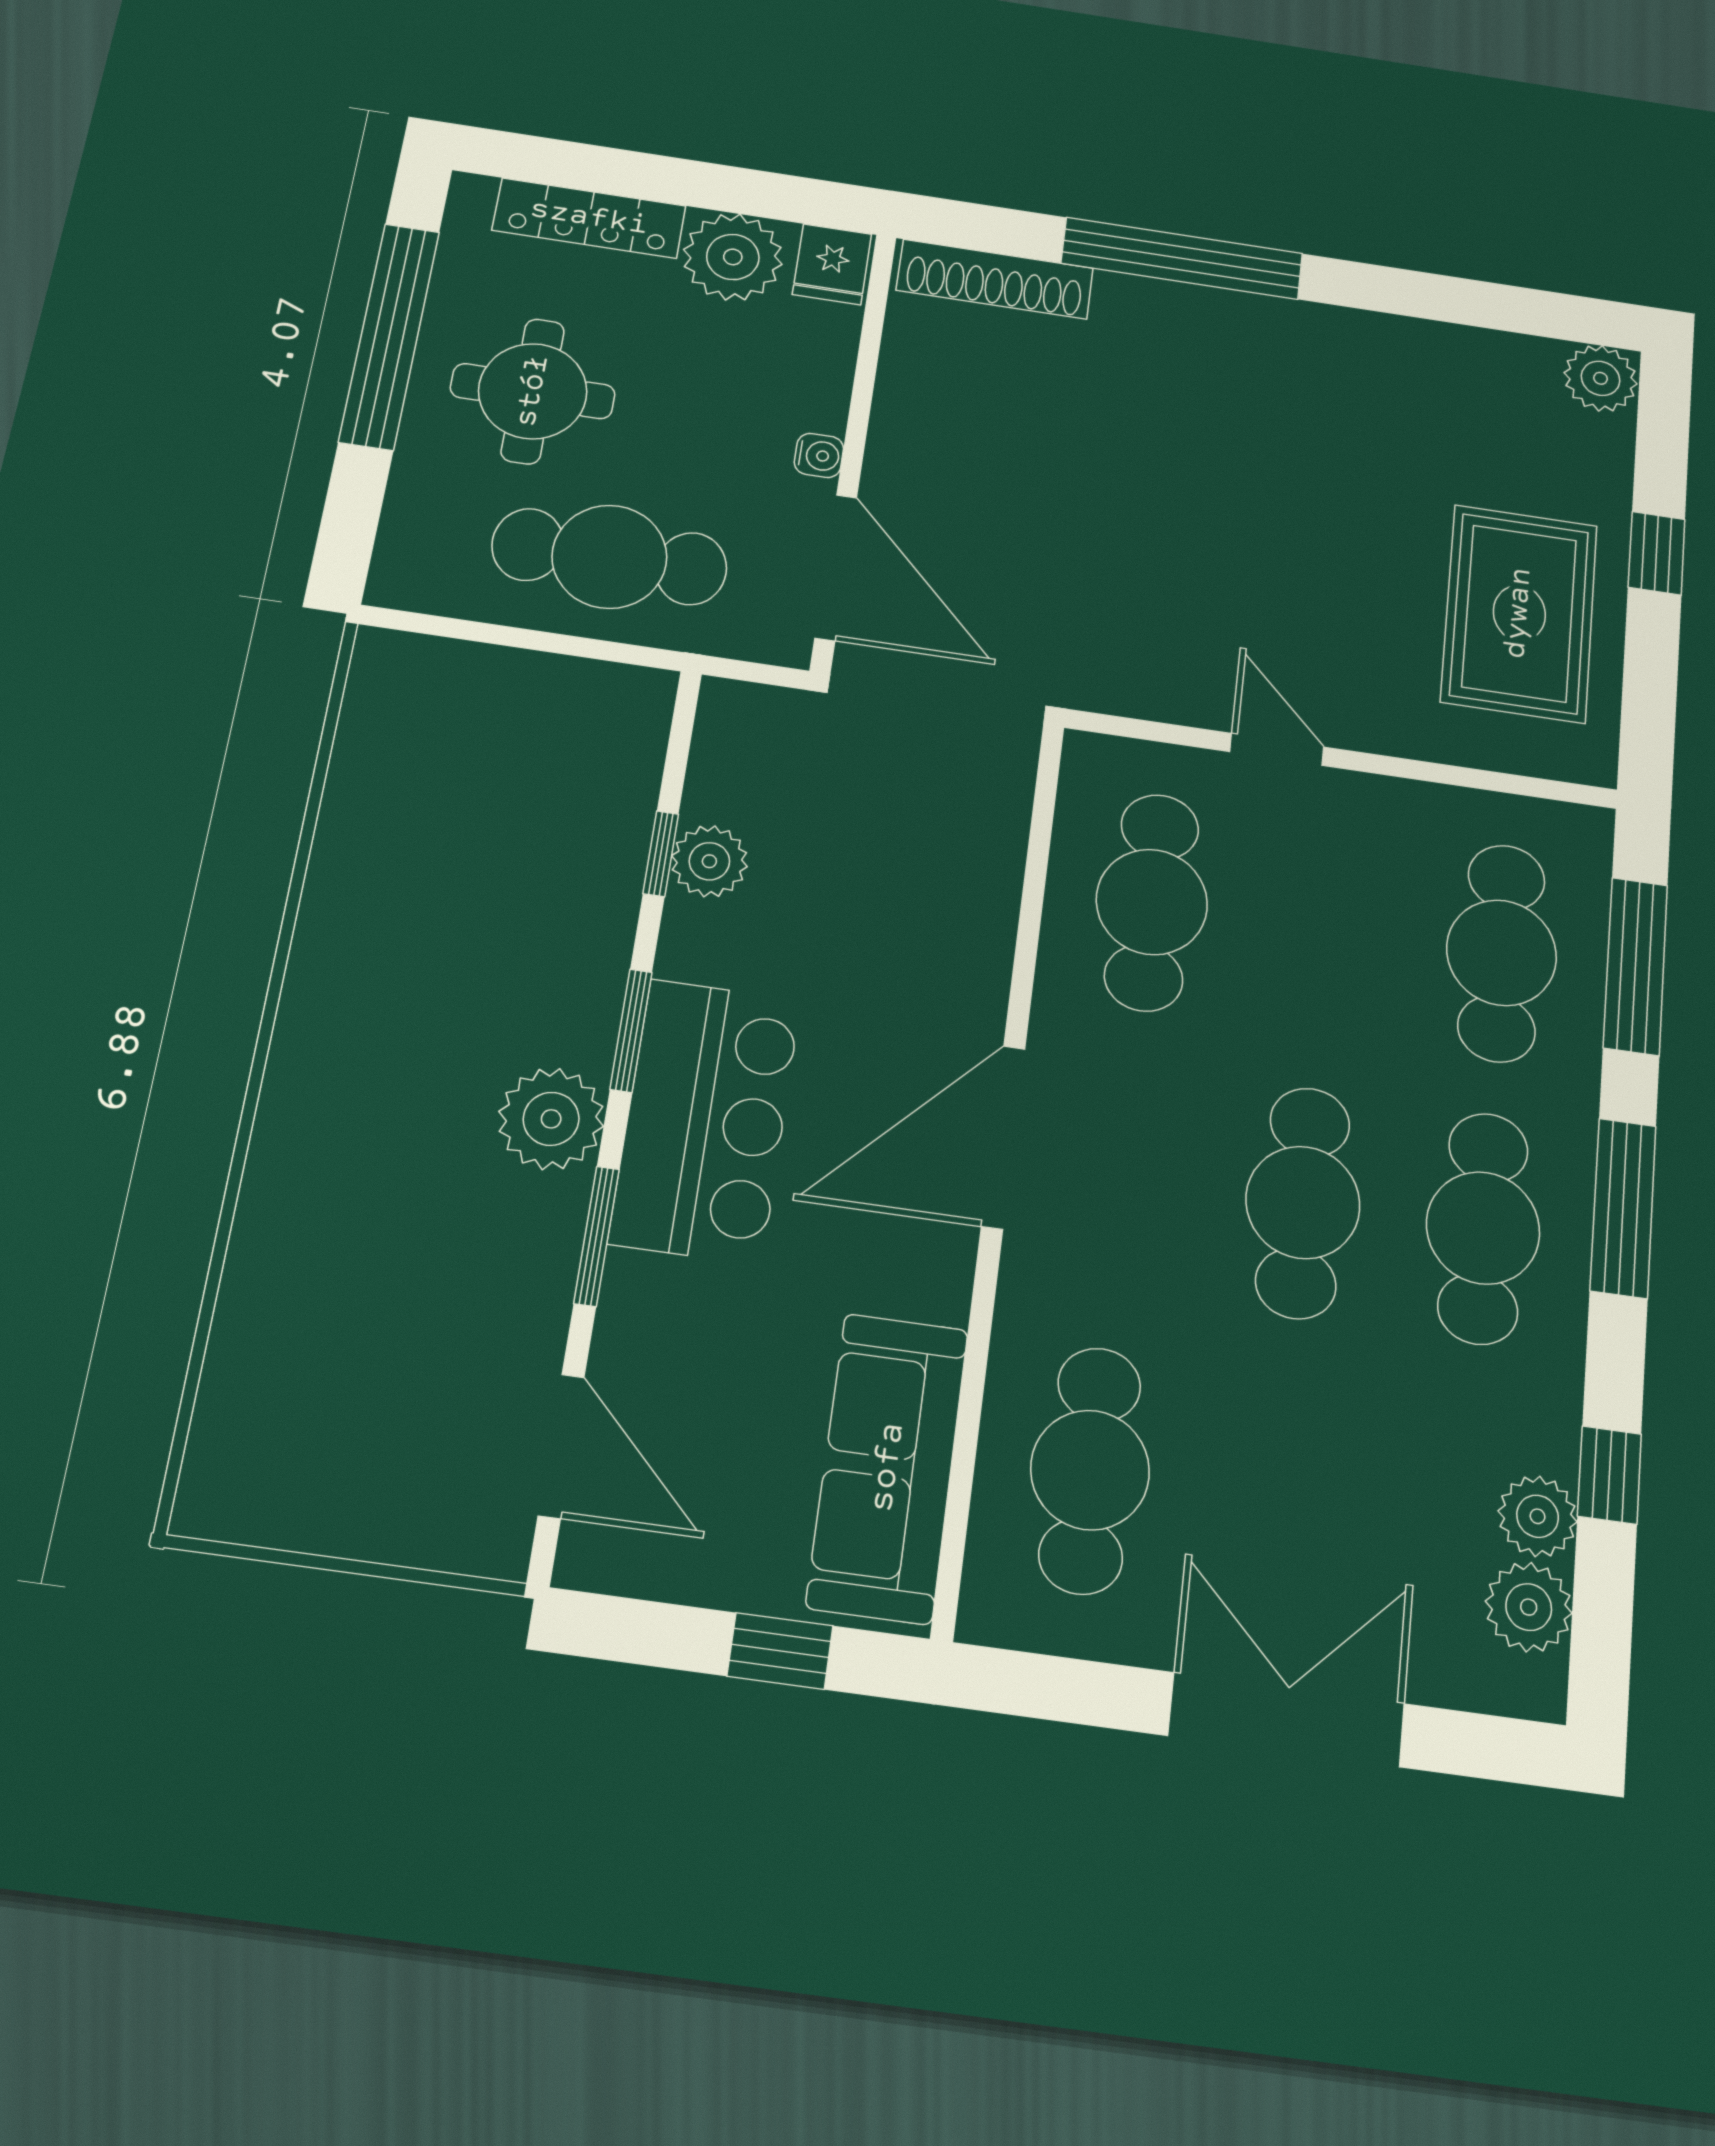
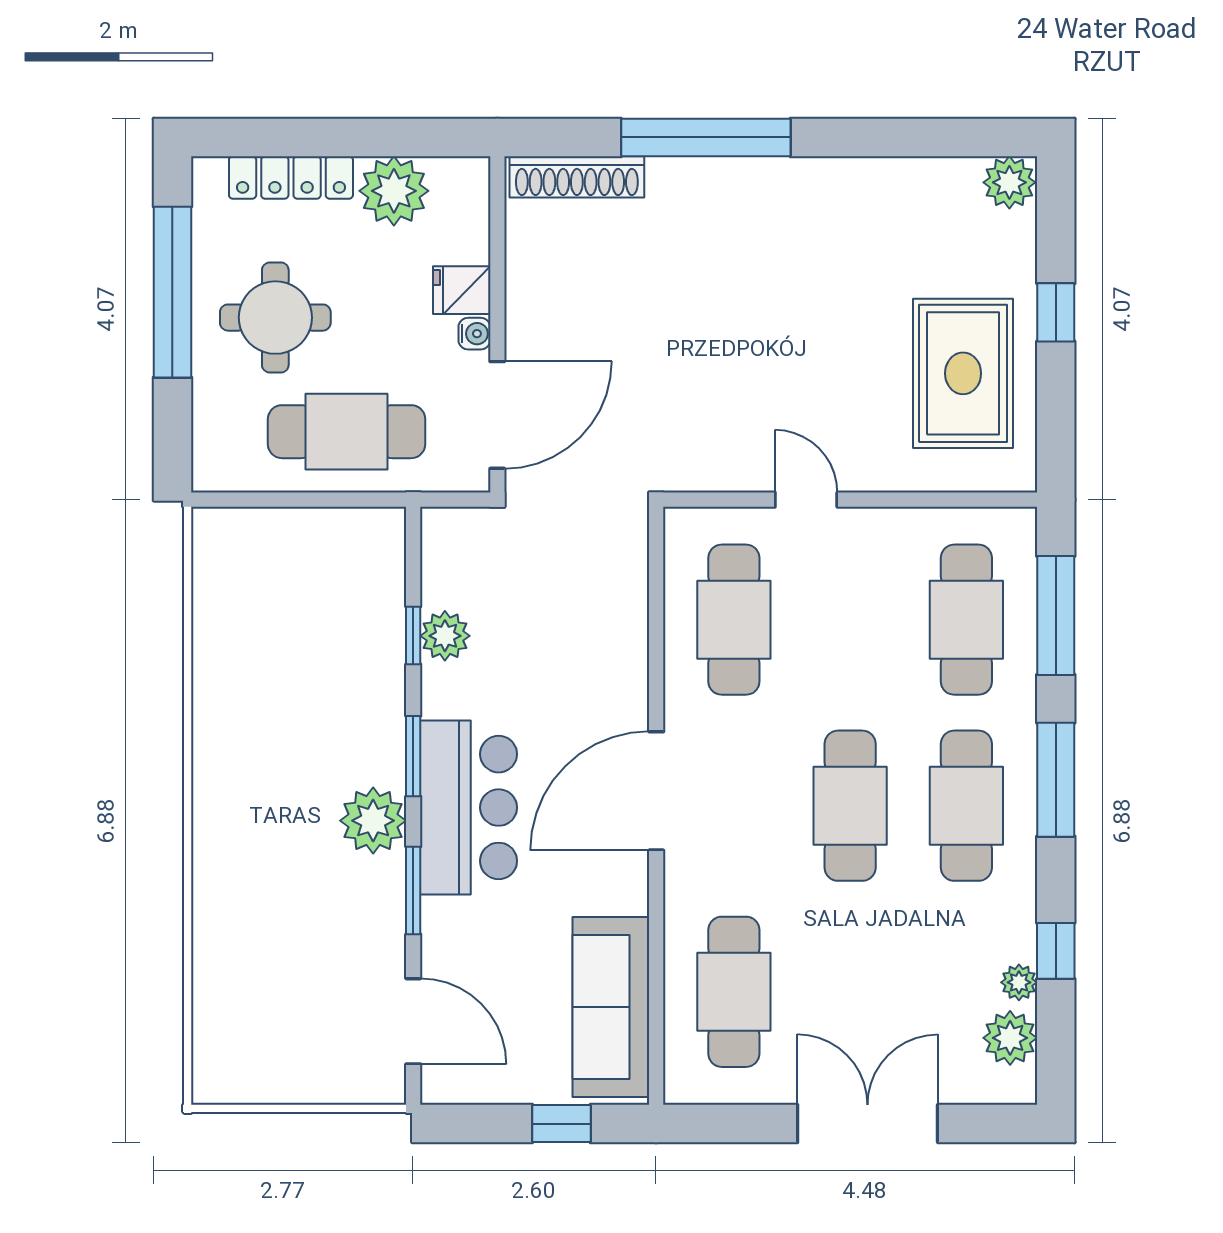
fridge: (832, 264) -> (462, 290), moved, turned 90
door: (836, 567) -> (497, 415), hinge flipped
plant: (1538, 1516) -> (1019, 982), width x0.73, depth x0.73

